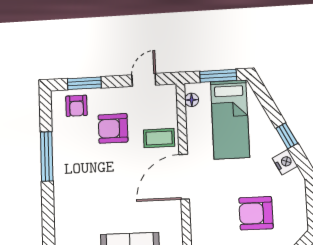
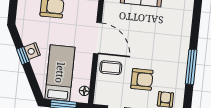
nightstand: (285, 162) -> (32, 51), moved
door: (184, 177) -> (97, 38), hinge flipped

